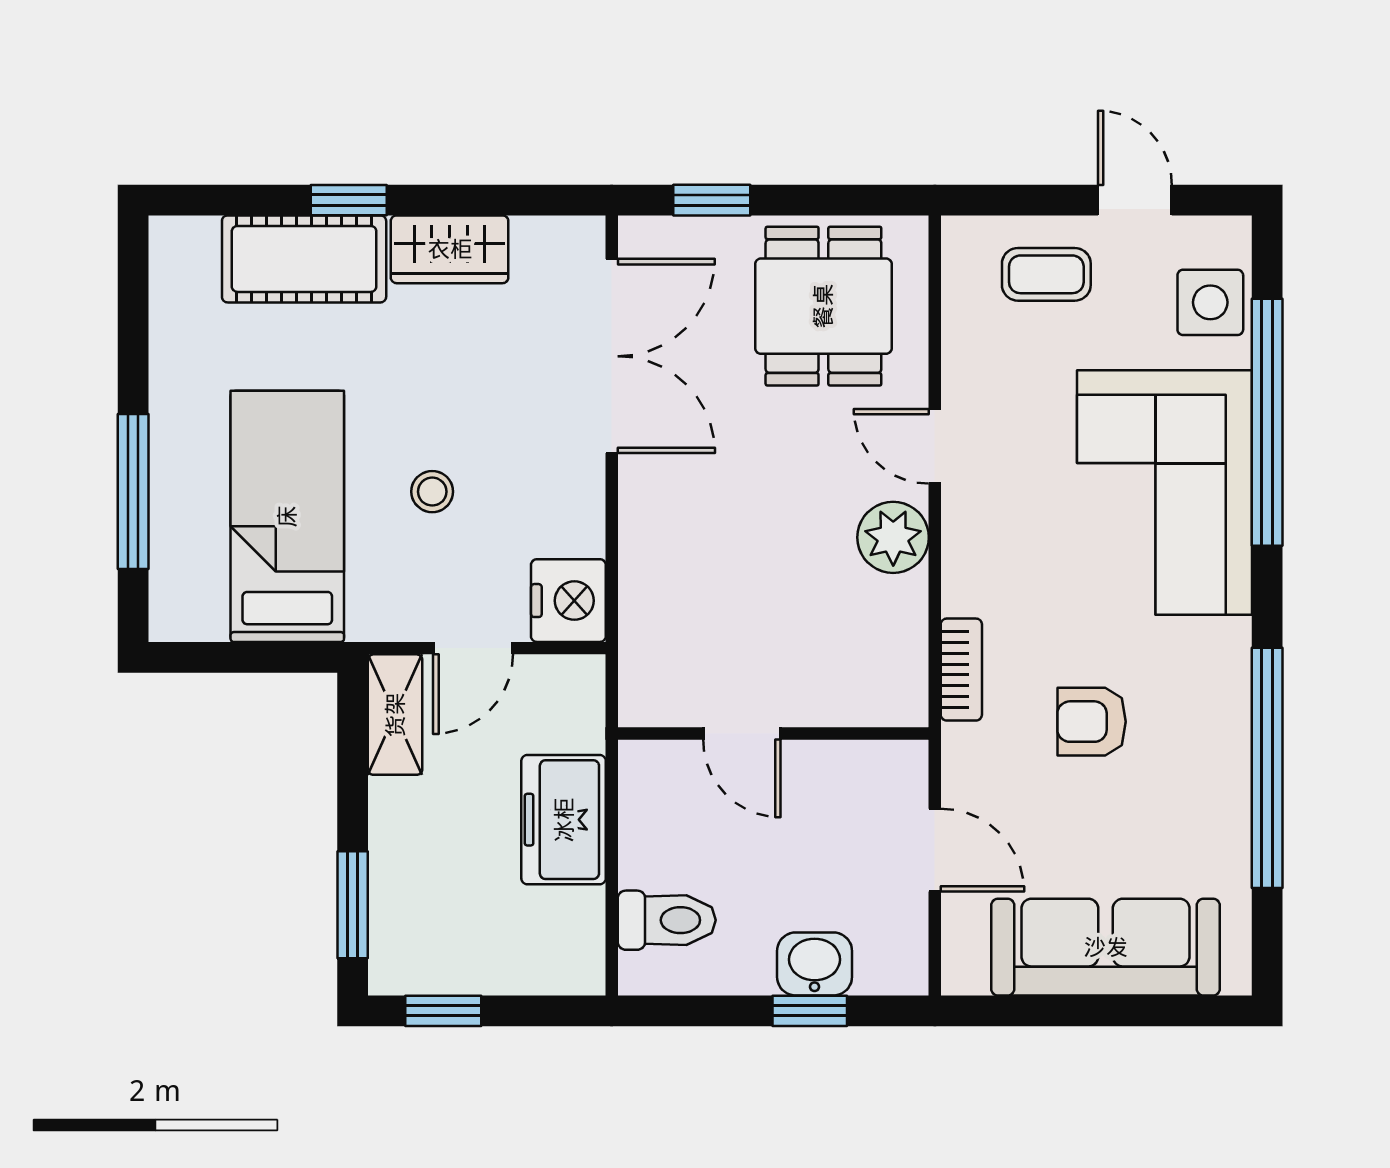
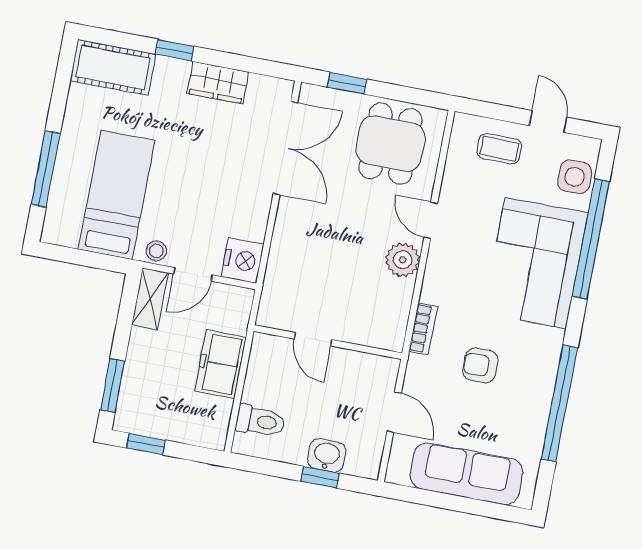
cot: (304, 259) -> (113, 67), moved
stool: (432, 492) -> (156, 251), moved

